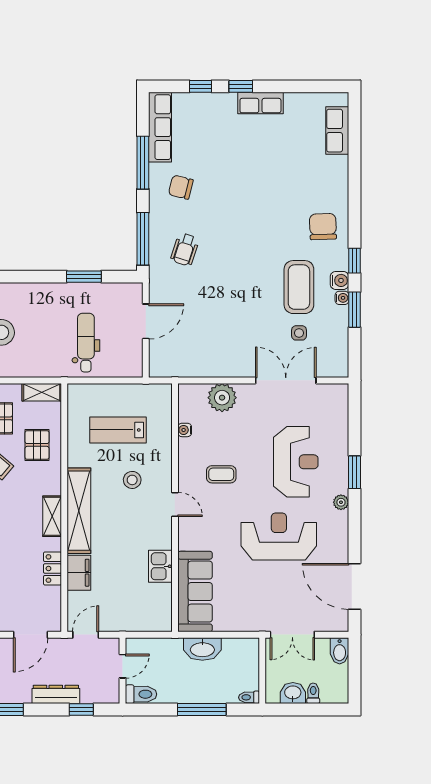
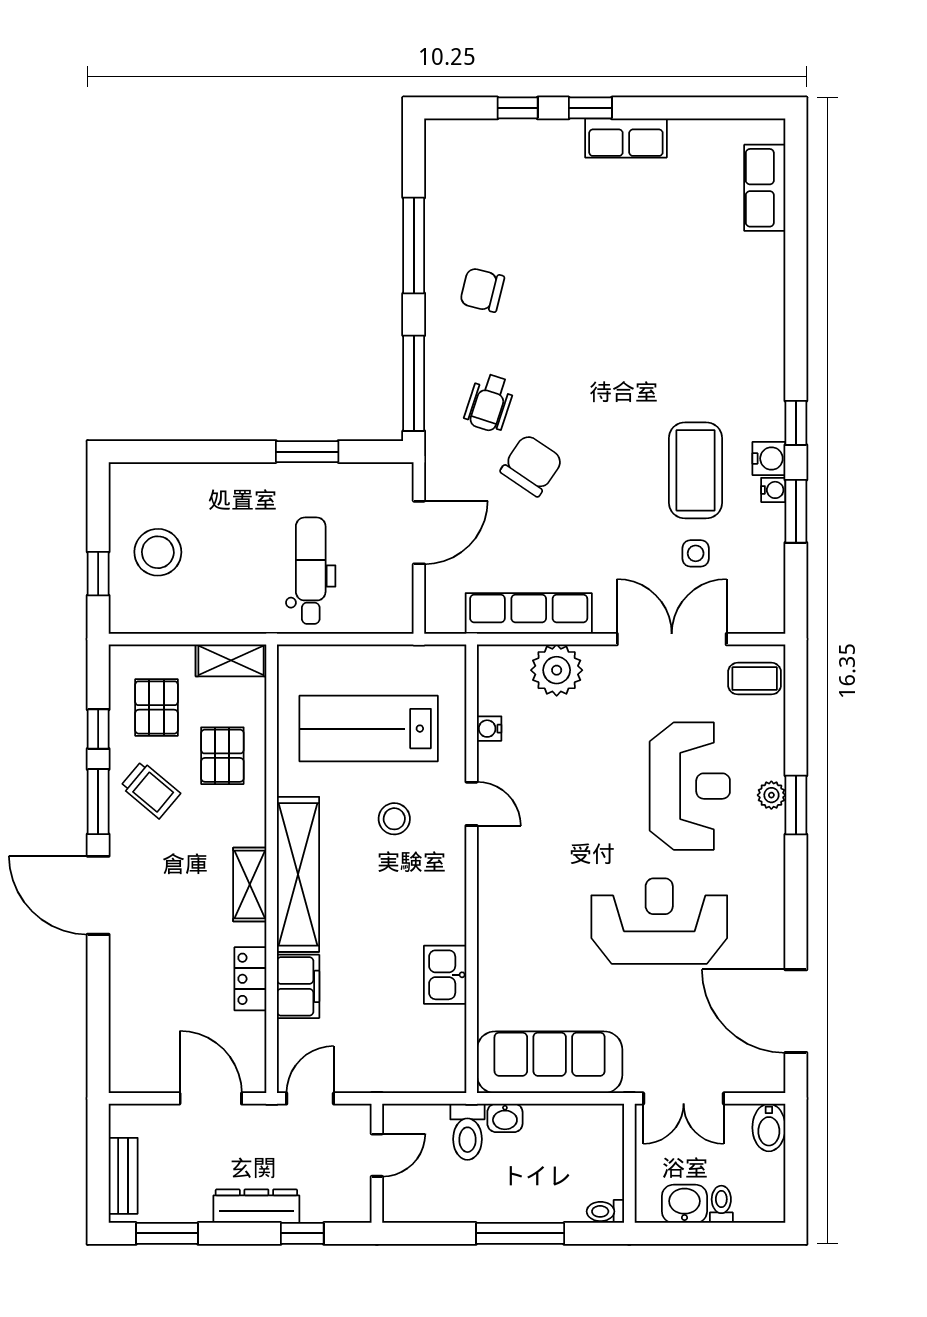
row of seats: (160, 127) -> (529, 613), moved, turned -90
chair: (323, 227) -> (532, 465), moved, turned 36
lab bench: (118, 430) -> (369, 729), width x1.36, depth x1.39
coffee table: (221, 474) -> (755, 679), moved
plant: (341, 502) -> (771, 795), moved
door: (175, 504) -> (472, 804), moved
sofa: (195, 592) -> (550, 1062), moved, turned -90
door: (31, 635) -> (211, 1098), swing flipped
washbasin: (202, 649) -> (505, 1118), width x0.52, depth x0.69
toilet: (141, 694) -> (467, 1132), moved, turned 90

